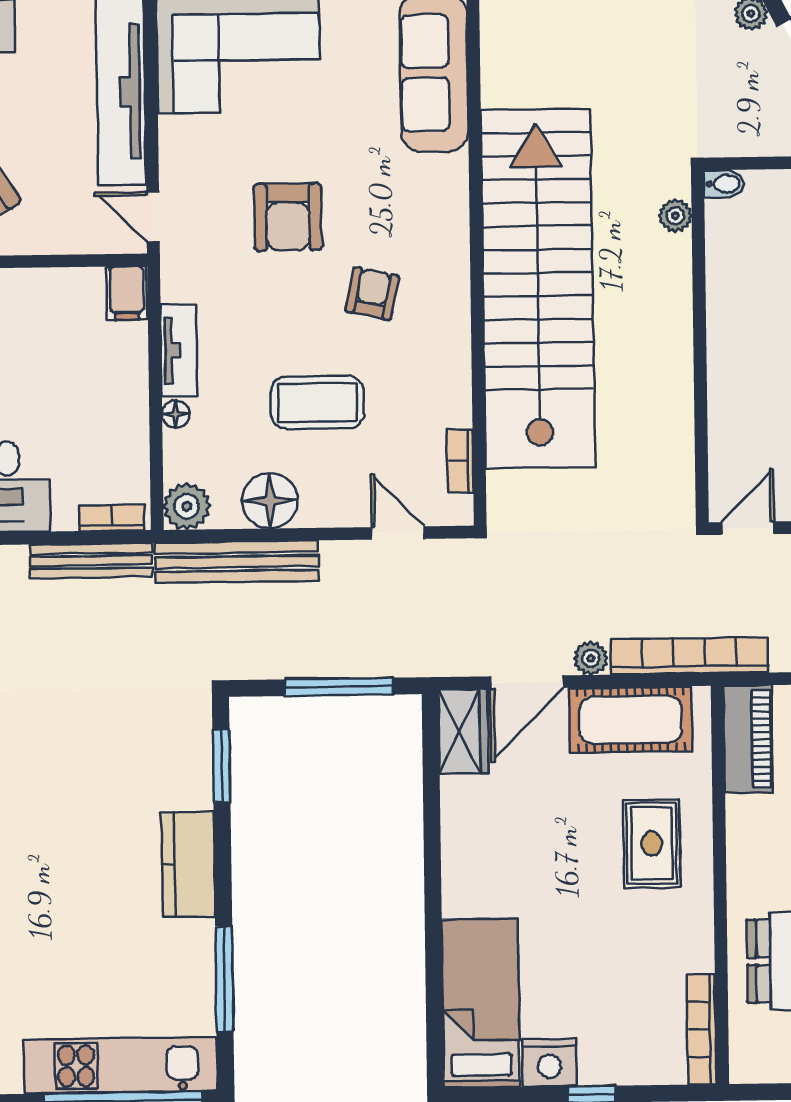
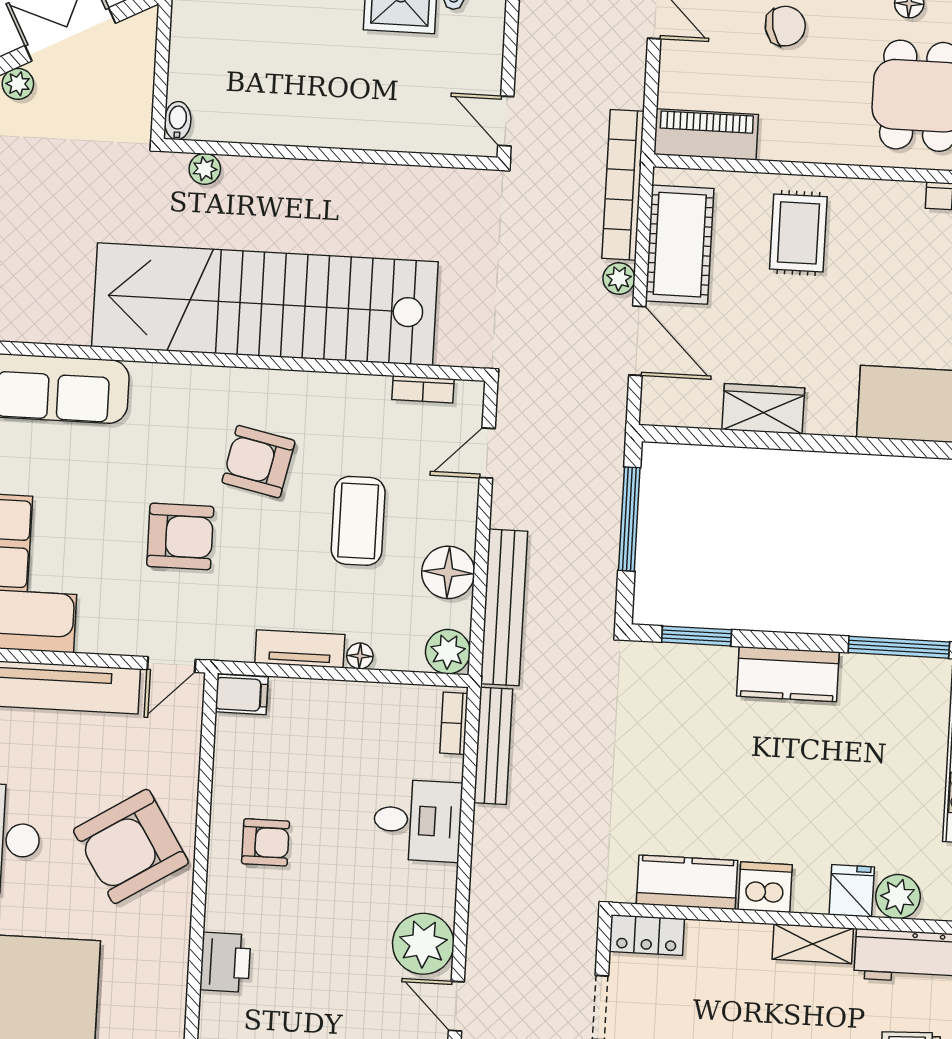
armchair: (372, 294) -> (258, 462), width x1.38, depth x1.38
wardrobe: (463, 731) -> (763, 409), moved
rug: (652, 843) -> (798, 233), turned 90

